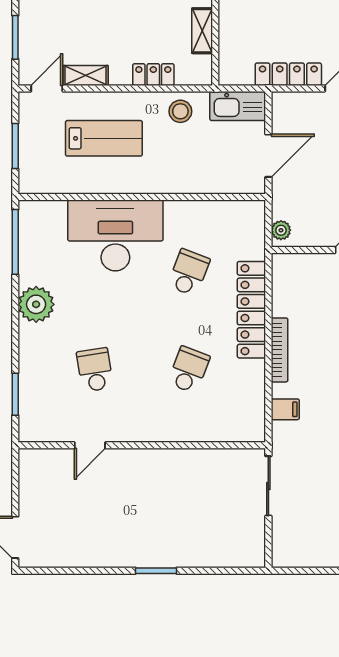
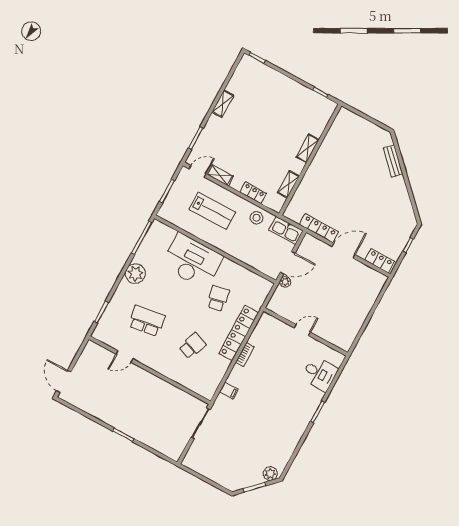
plant: (281, 230) -> (285, 282), moved
school desk: (189, 272) -> (218, 298), turned -33
bookcase: (279, 350) -> (245, 354), width x0.64
school desk: (95, 370) -> (147, 321), width x1.85

